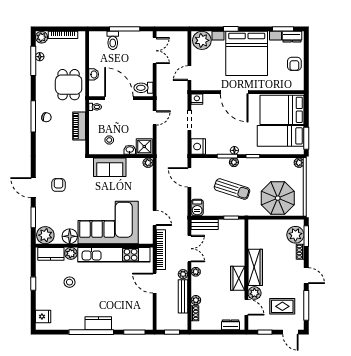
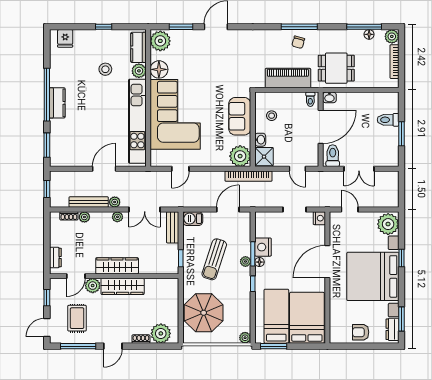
window: (125, 29) -> (402, 134), width x0.69
double door: (155, 51) -> (359, 169), moved
washbasin: (94, 74) -> (329, 97), moved
piano: (79, 126) -> (288, 78), width x1.37, depth x1.33
nightstand: (198, 147) -> (263, 247), moved, turned -90
plant: (148, 163) -> (240, 156), width x1.87, depth x1.87
armchair: (58, 185) -> (219, 56), removed
window: (306, 236) -> (159, 346), removed
bookcase: (161, 250) -> (249, 176), moved
wardrobe: (238, 278) -> (117, 266), width x1.50

